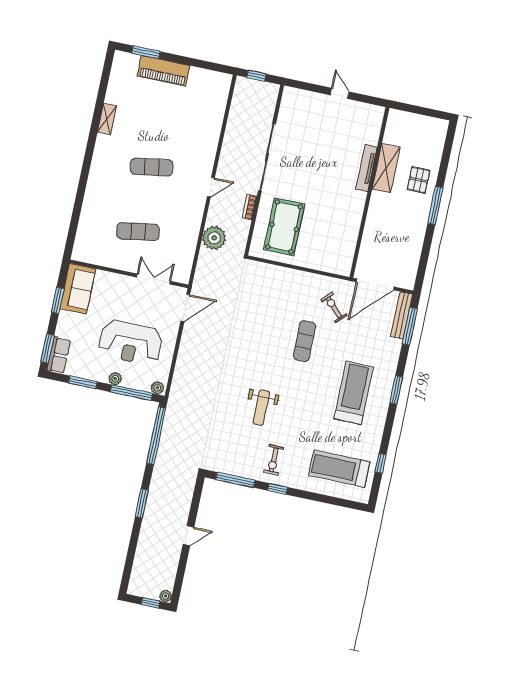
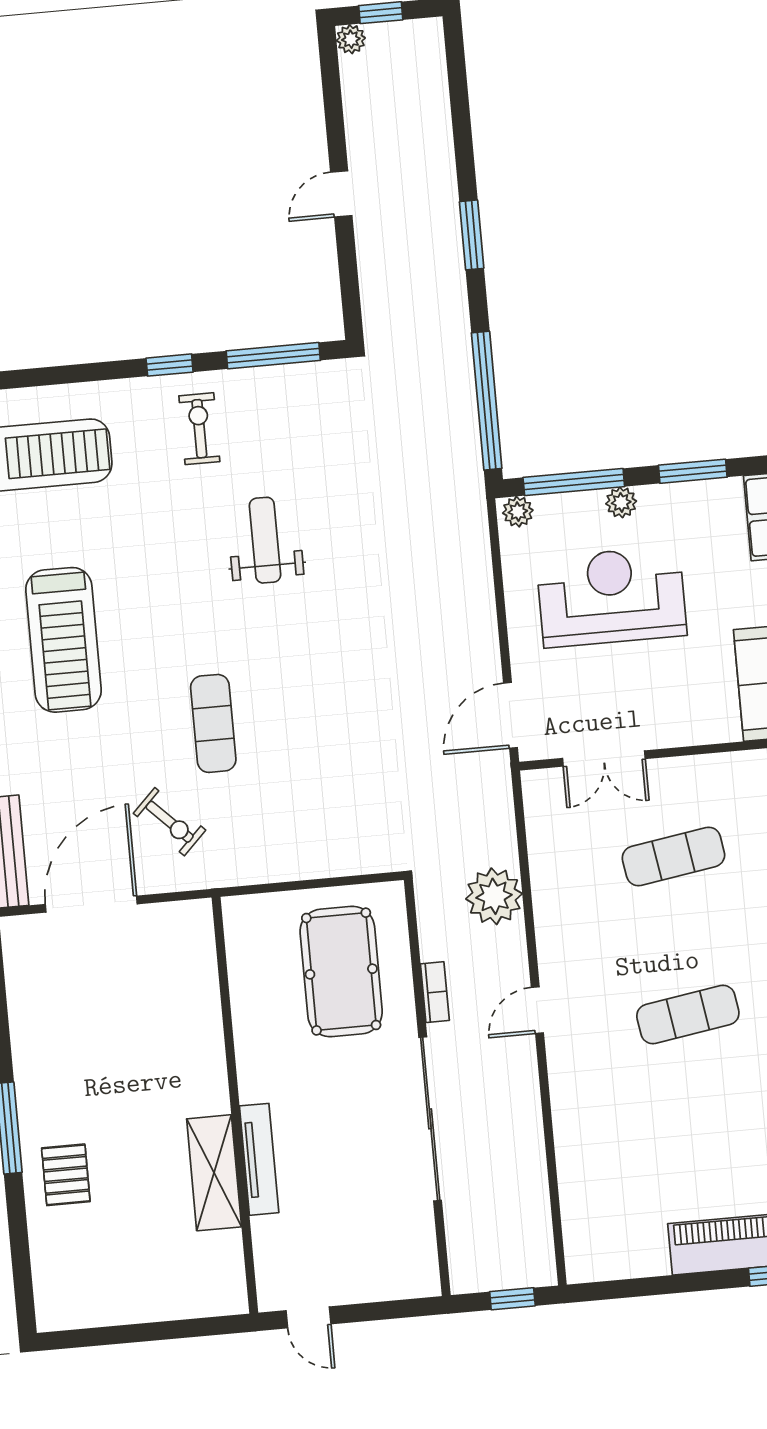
tv unit: (367, 168) -> (259, 1159), moved
shelving: (386, 168) -> (214, 1173), moved
wall: (369, 192) -> (235, 1105), moved

